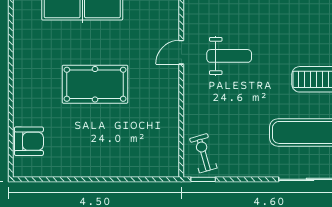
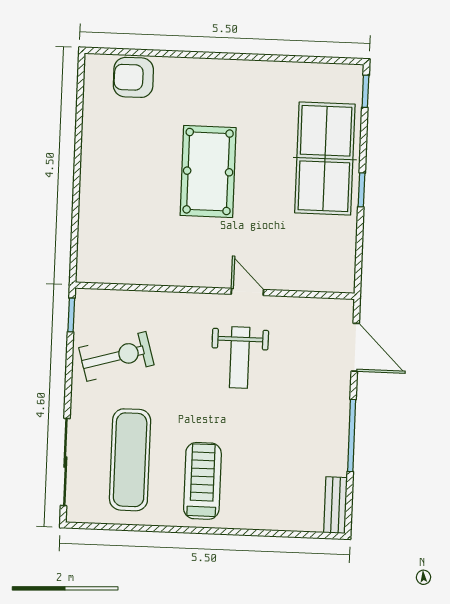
armchair: (29, 141) -> (133, 77), turned 90
exercise bike: (203, 153) -> (116, 356), moved, width x1.38, depth x1.39

